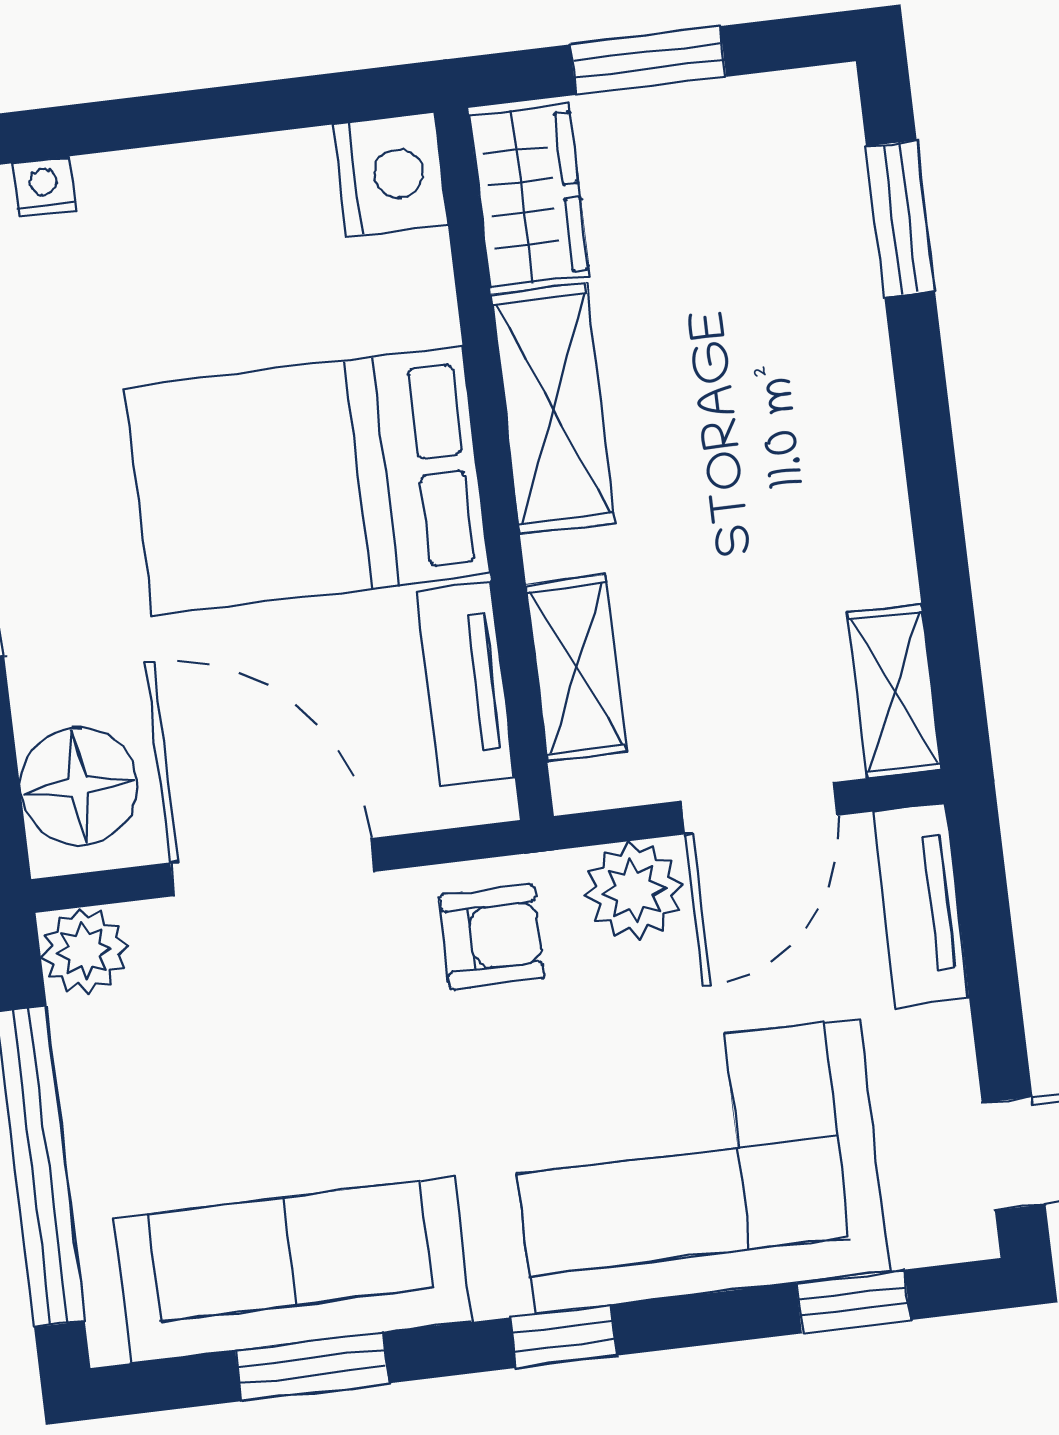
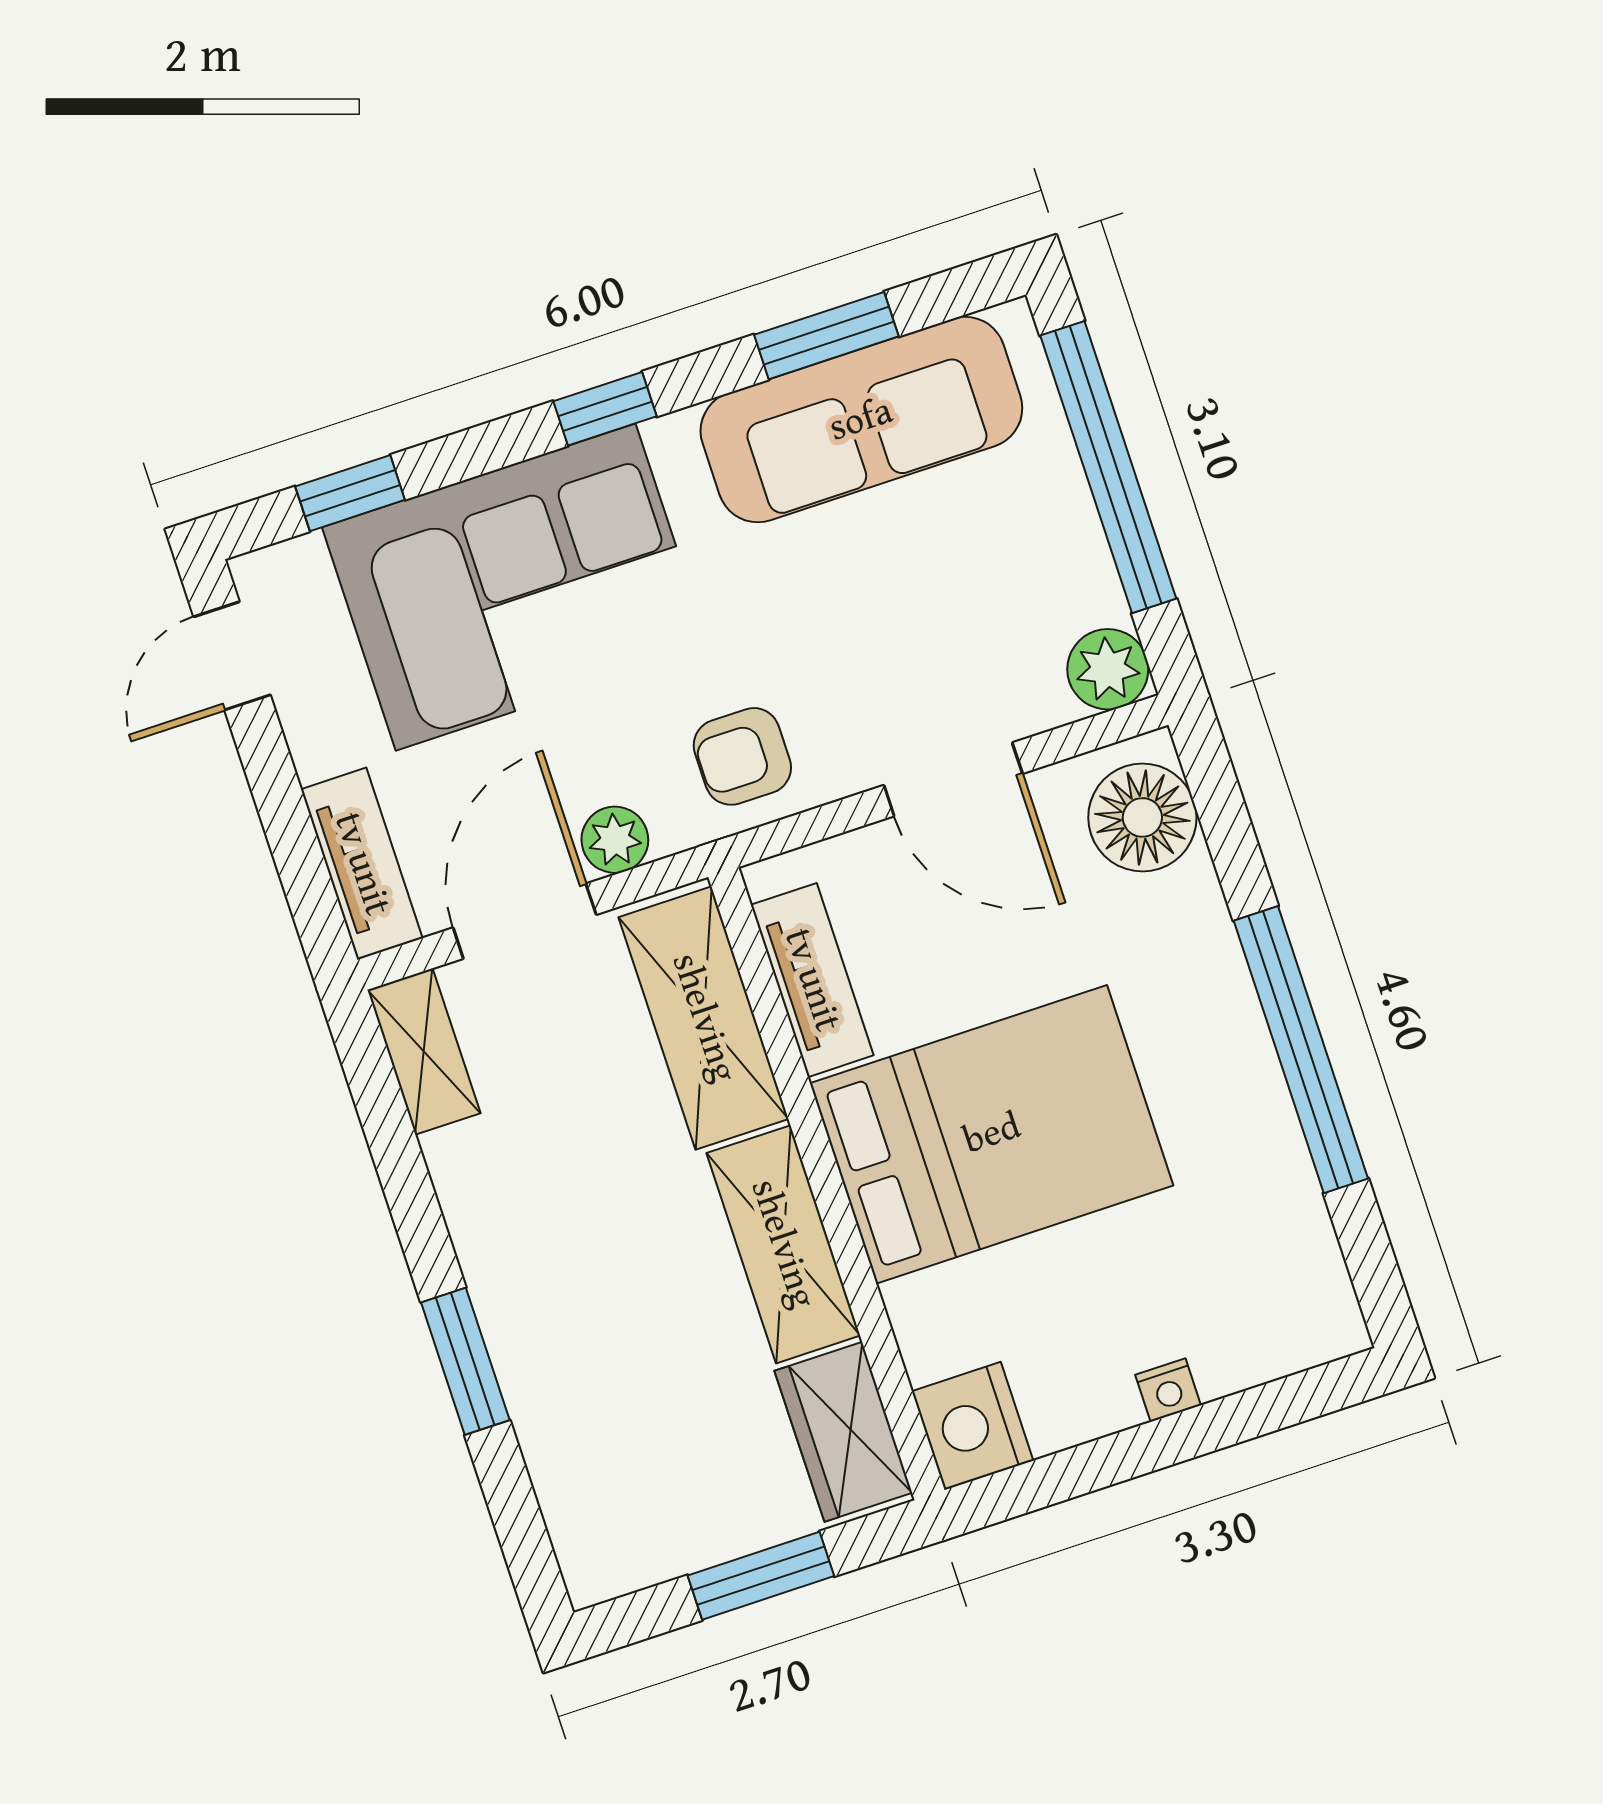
nightstand: (44, 187) -> (1168, 1390), moved
window: (901, 219) -> (465, 1361), moved
shelving: (576, 668) -> (704, 1018), width x1.50, depth x1.33
door: (272, 867) -> (953, 779), width x0.73
plant: (634, 891) -> (615, 840), width x0.73, depth x0.73

